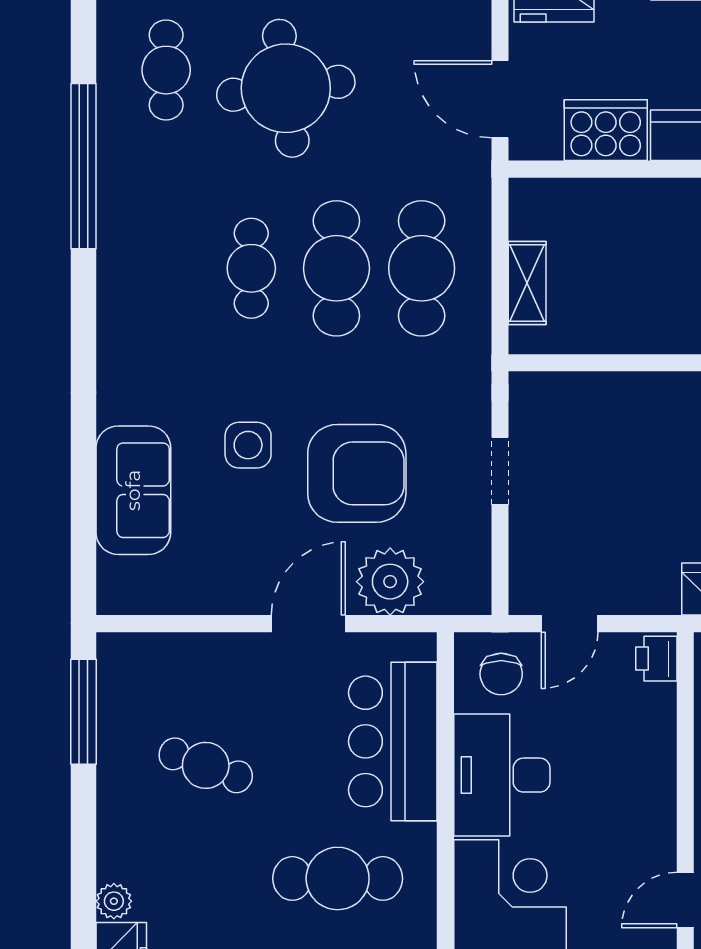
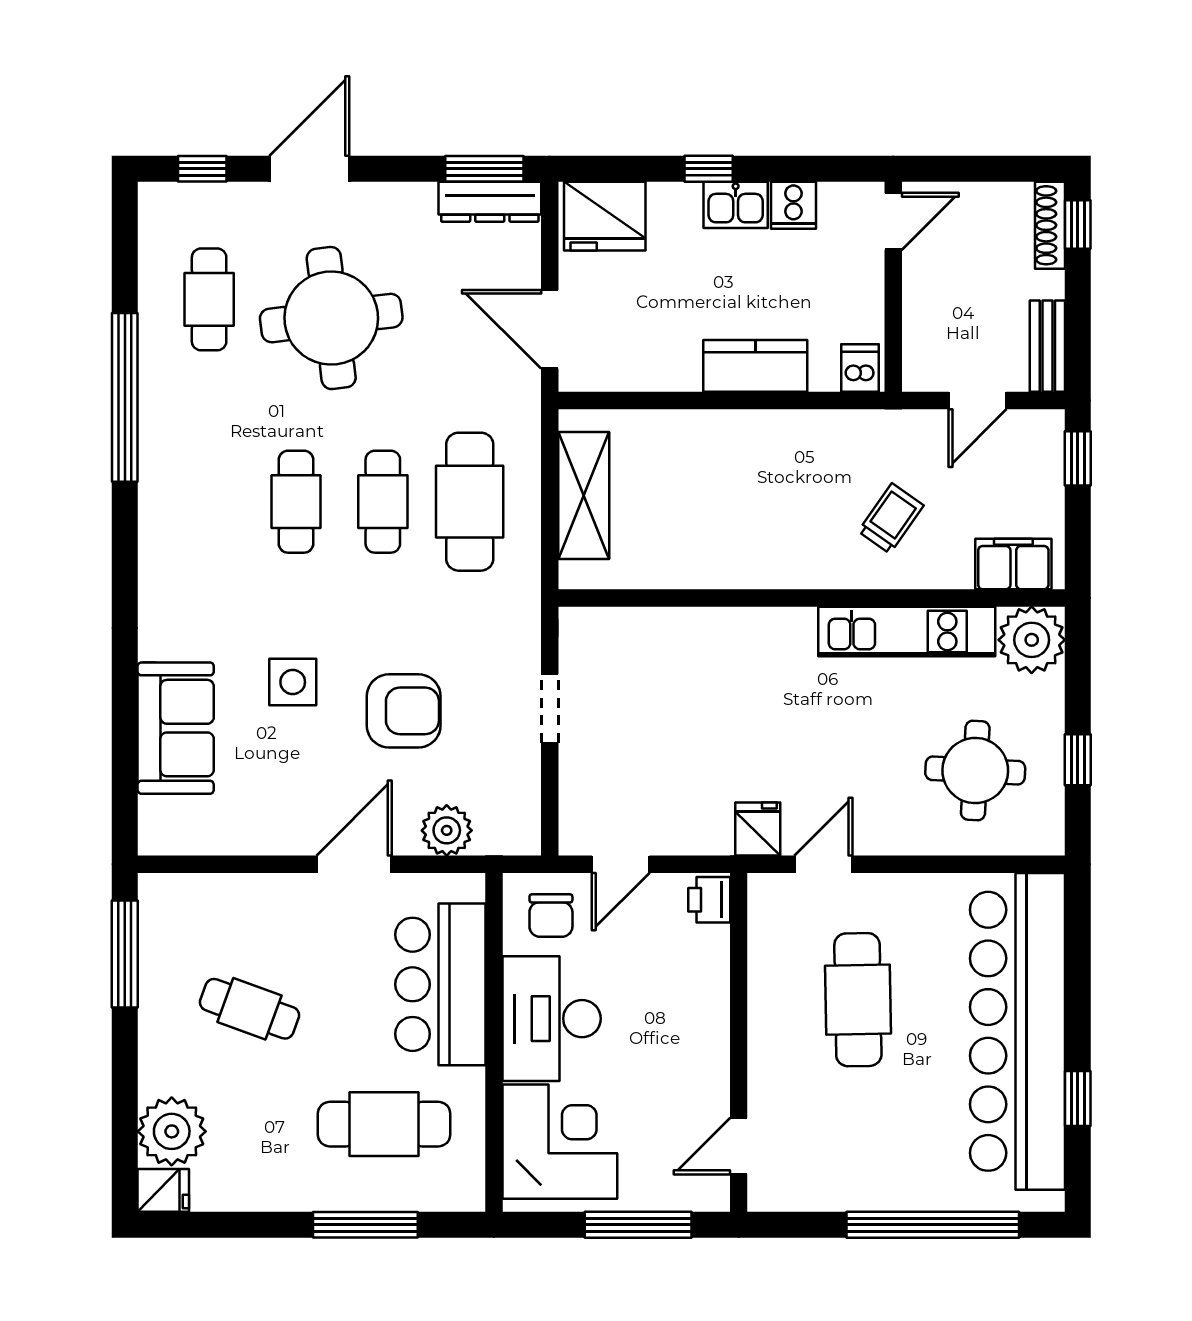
cooker: (606, 130) -> (658, 361), removed
cafe table: (336, 268) -> (383, 502), width x0.73, depth x0.74
shelving: (527, 283) -> (584, 496), width x1.50, depth x1.33
armchair: (357, 473) -> (404, 711), width x0.73, depth x0.73
plant: (390, 582) -> (447, 830), width x0.73, depth x0.73
plant: (114, 901) -> (172, 1131), width x1.88, depth x1.88

